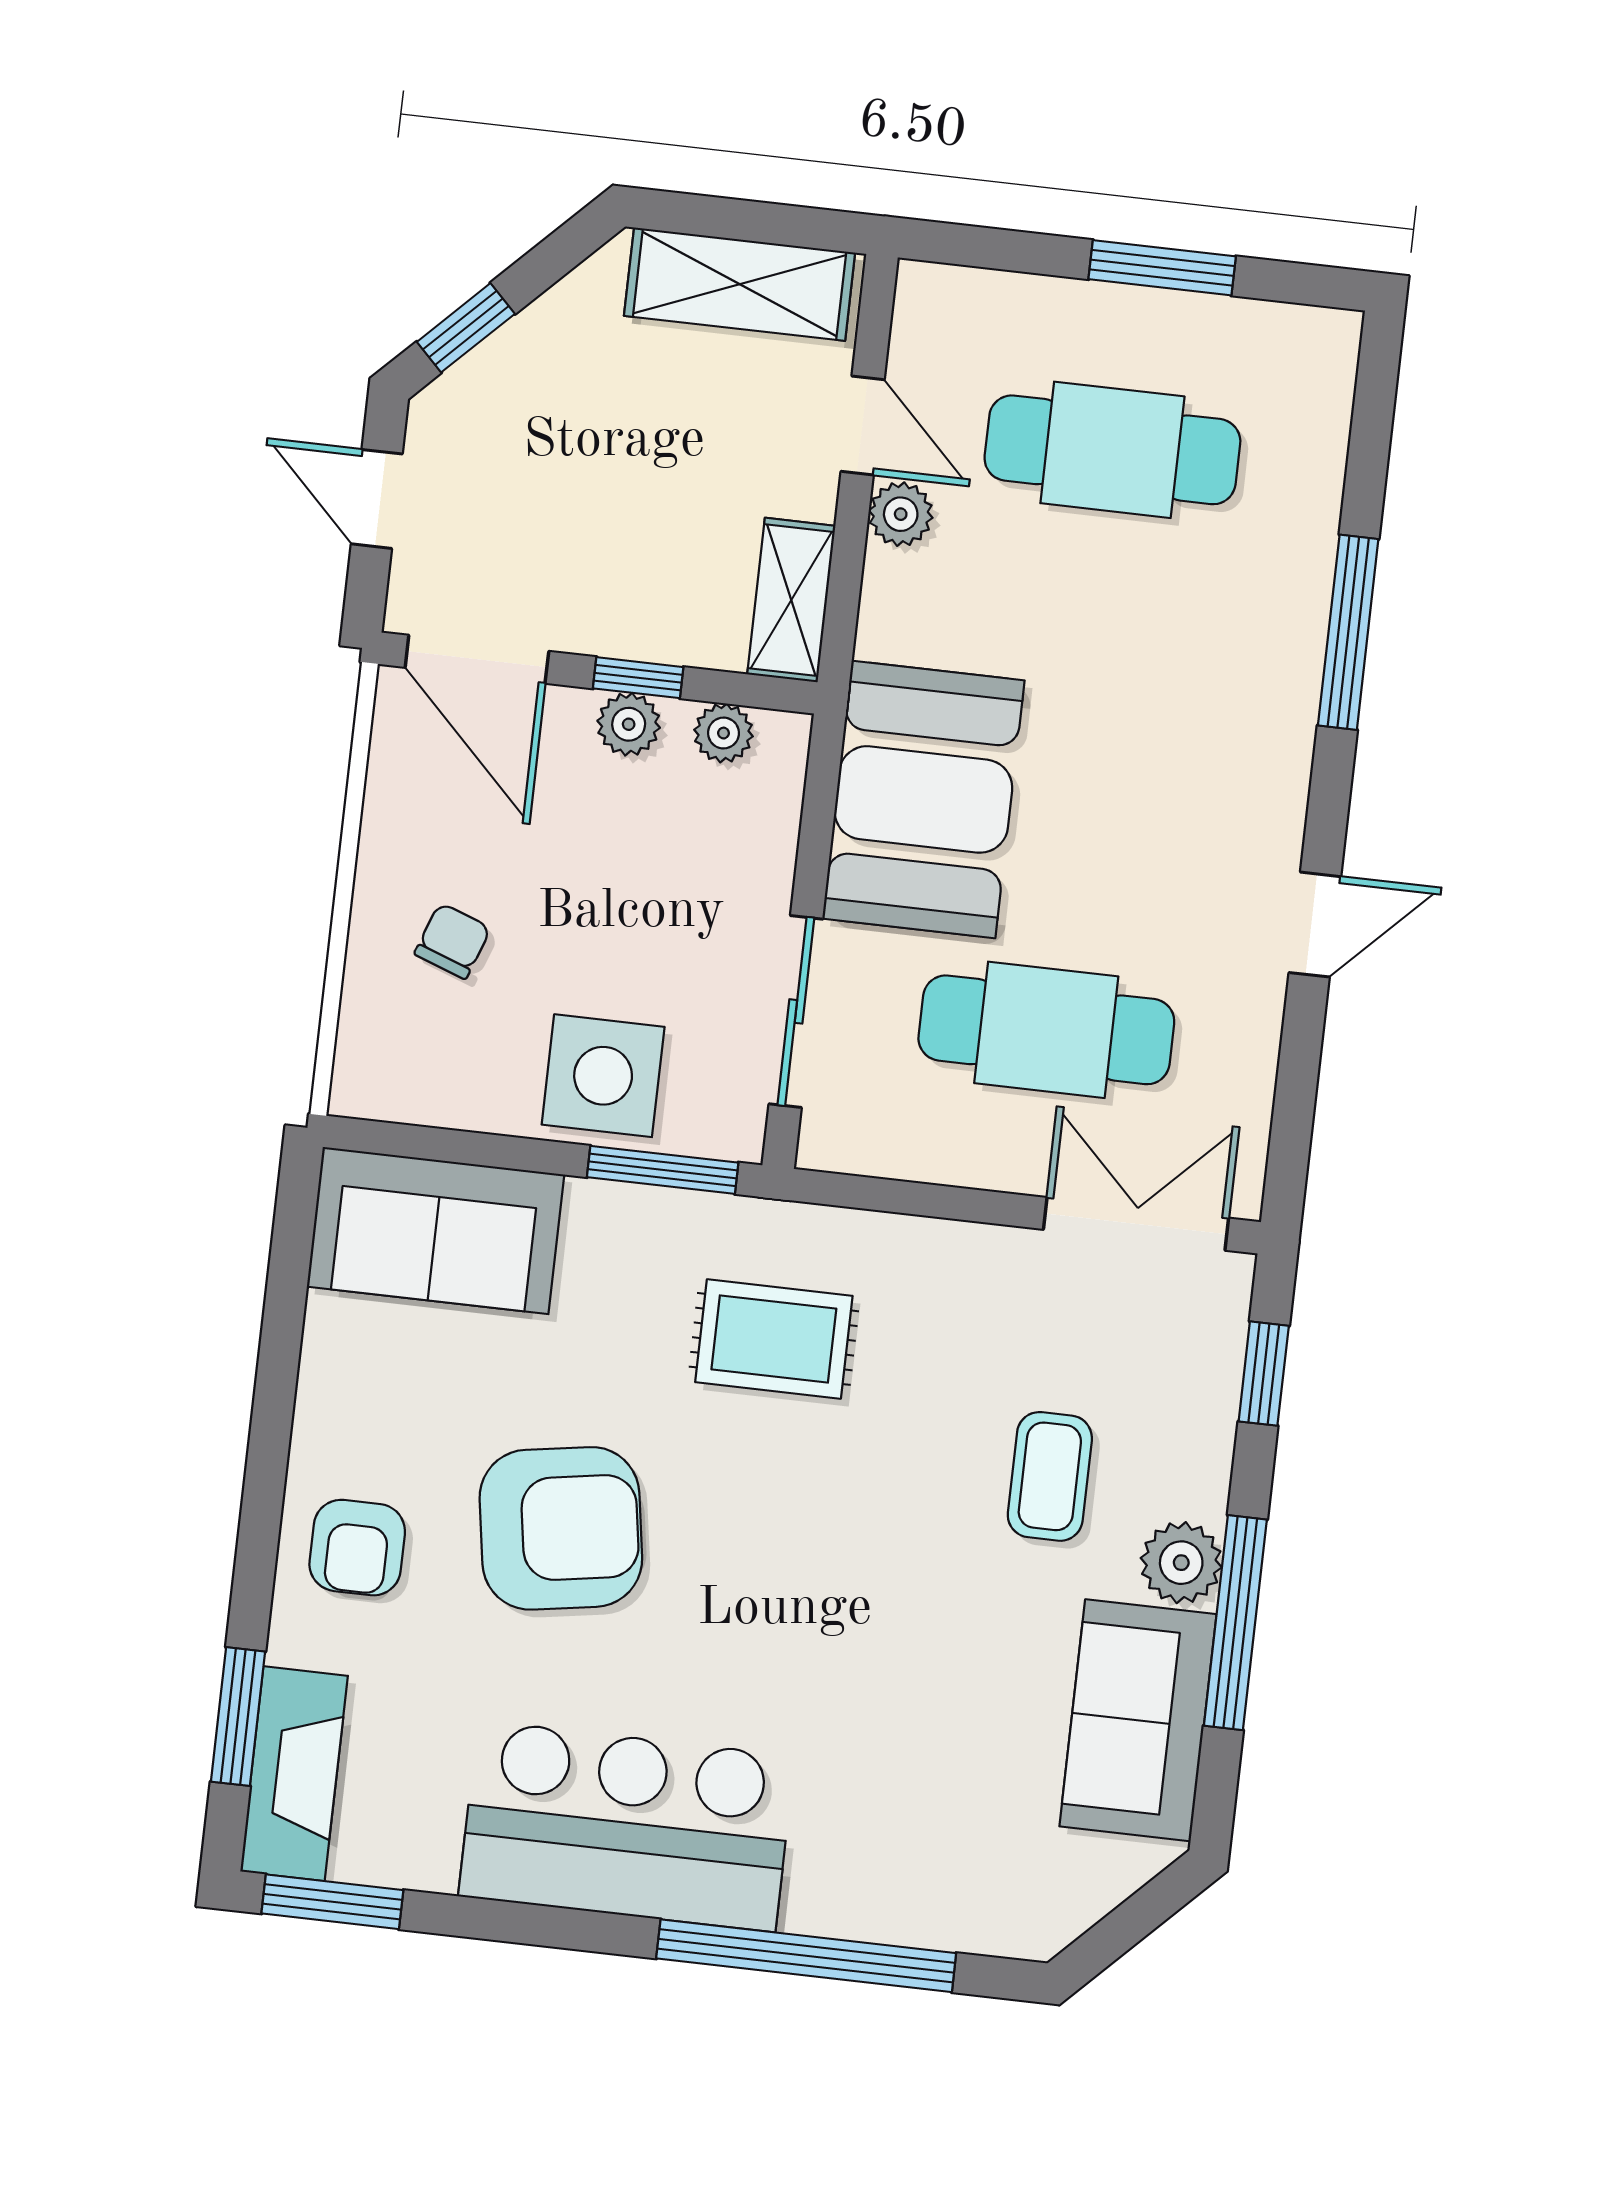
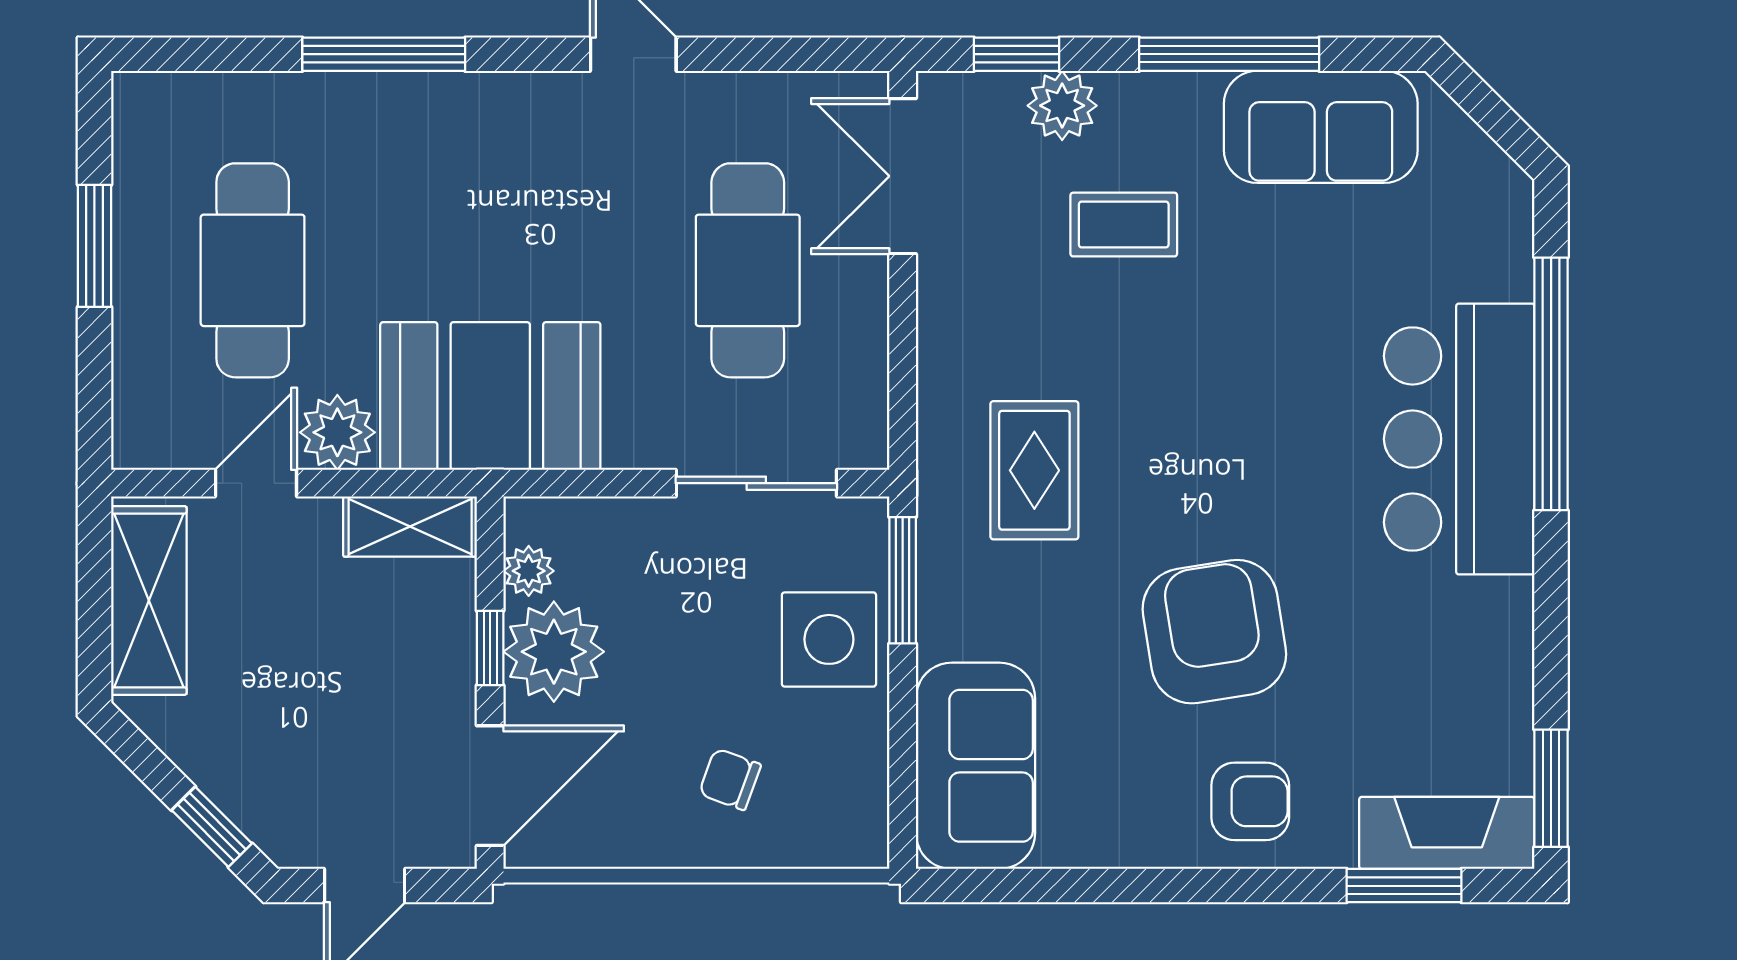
plant: (901, 514) -> (337, 432), width x1.38, depth x1.38
plant: (629, 724) -> (554, 652), width x1.88, depth x1.88
booth: (923, 799) -> (490, 396), moved
plant: (1181, 1563) -> (1062, 106), moved
bar counter: (627, 1826) -> (1459, 439), moved

